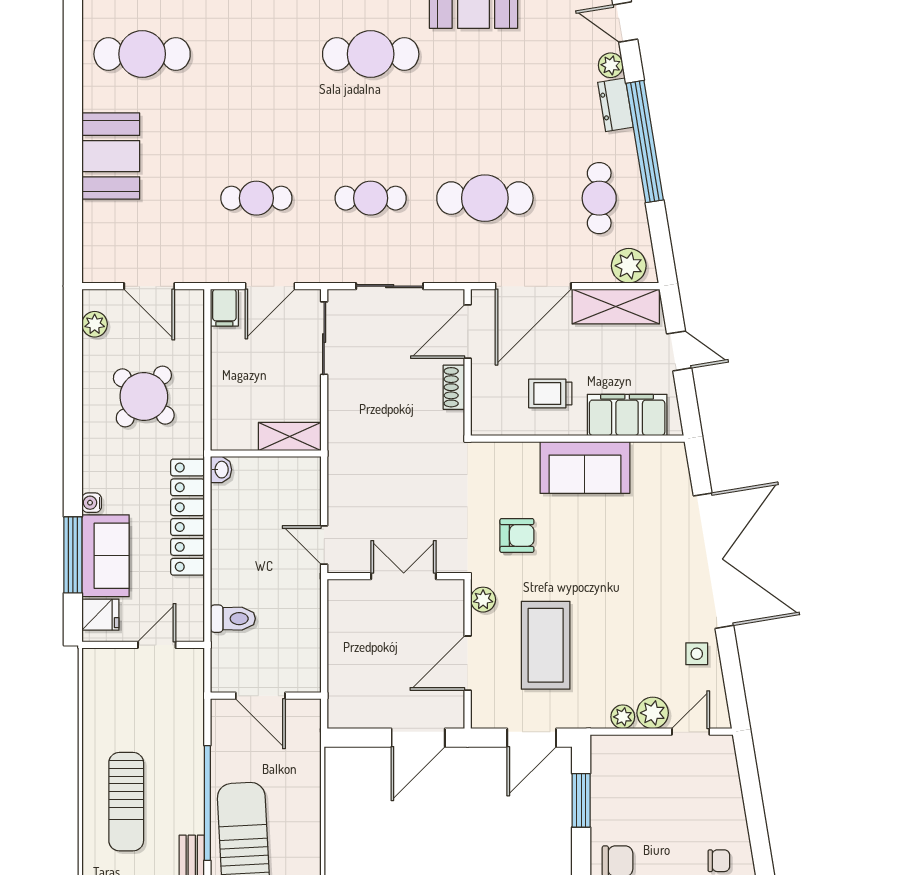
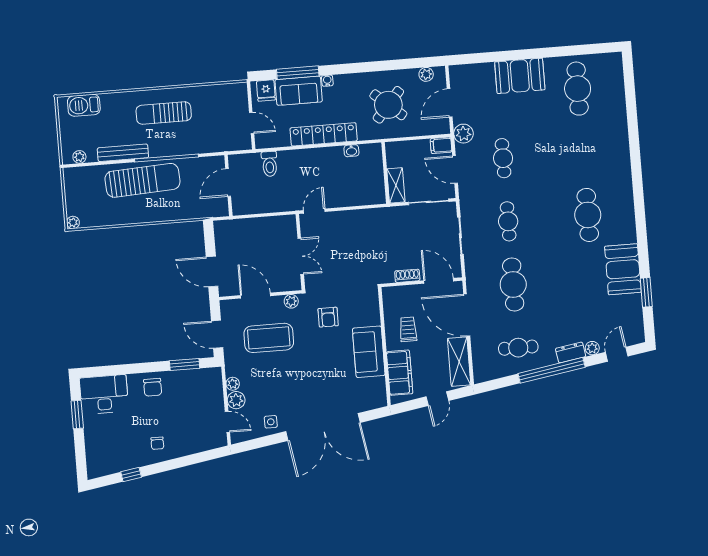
plant: (629, 266) -> (463, 134), moved
shelving: (290, 436) -> (396, 185), moved
wall: (266, 453) -> (385, 173), moved

